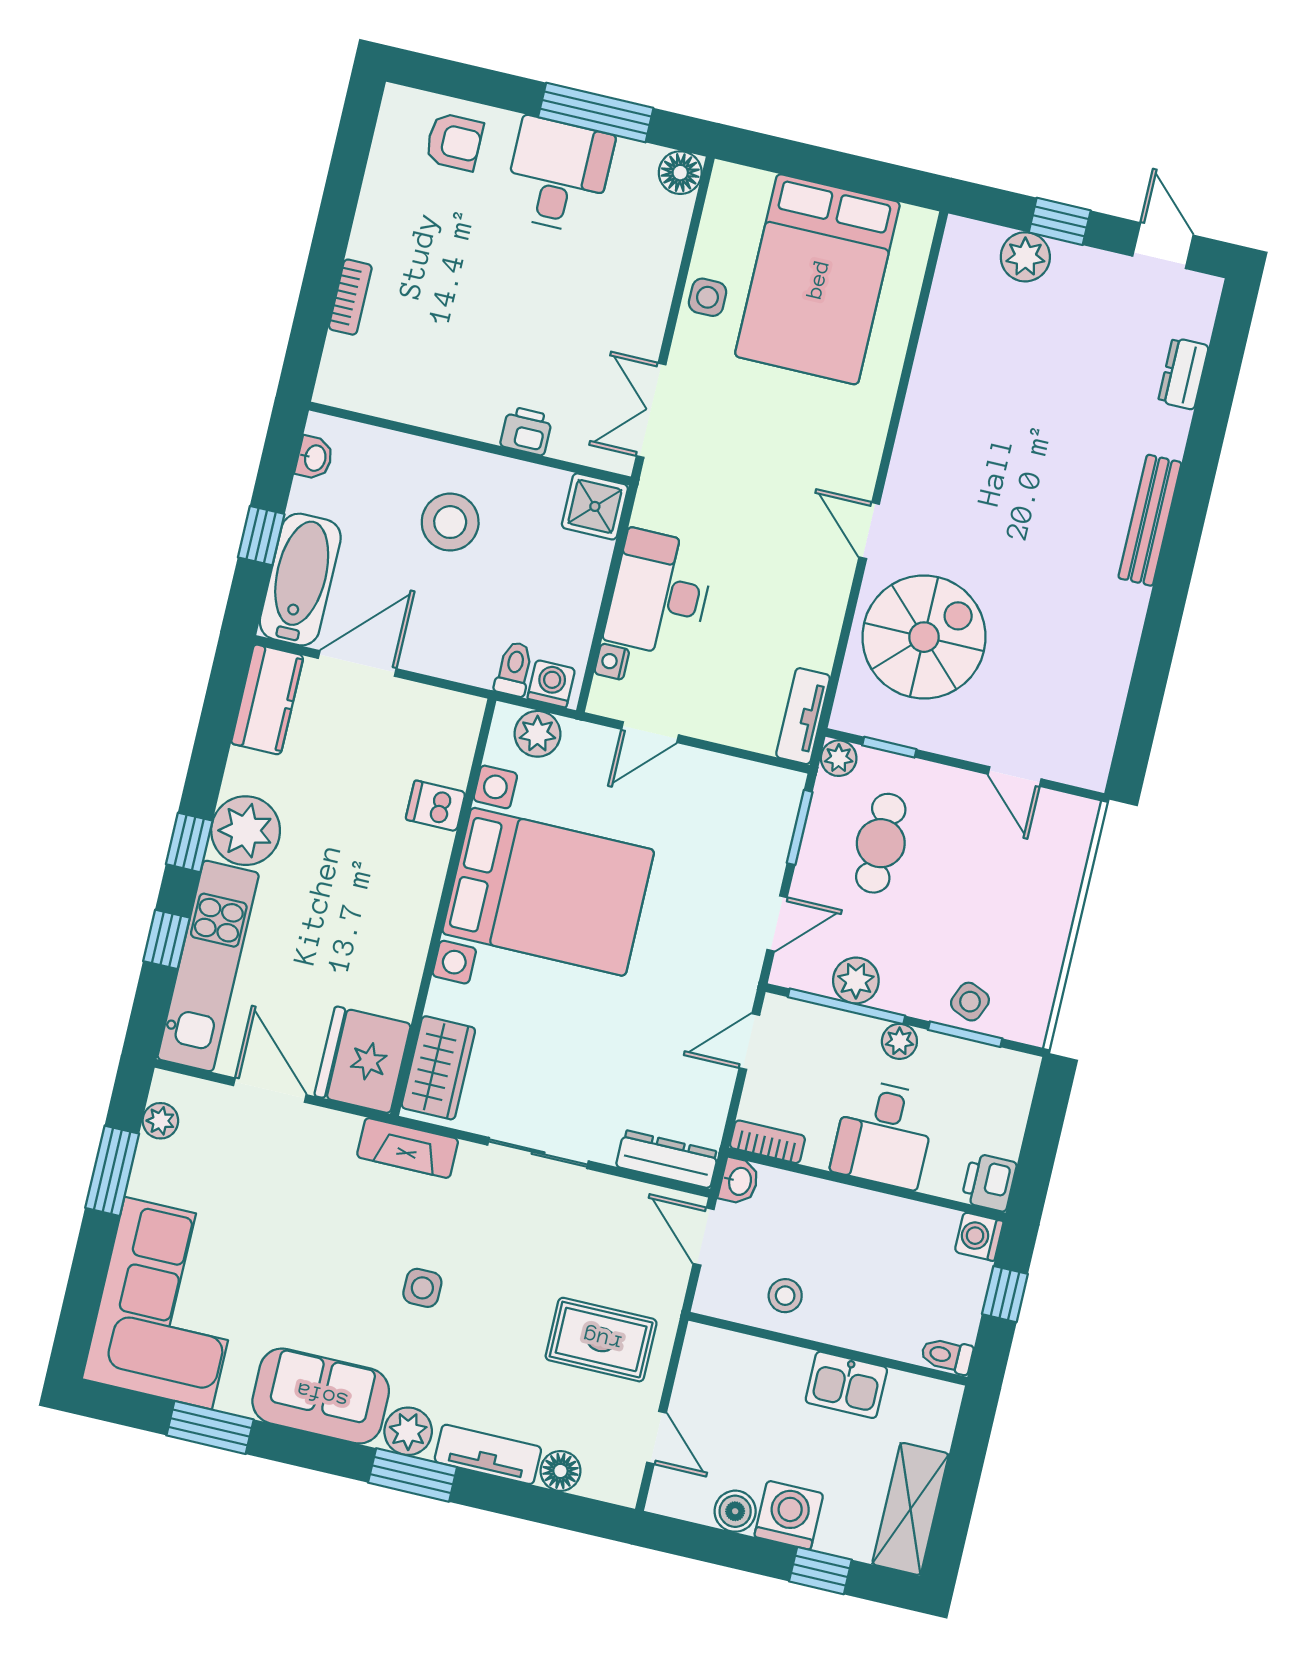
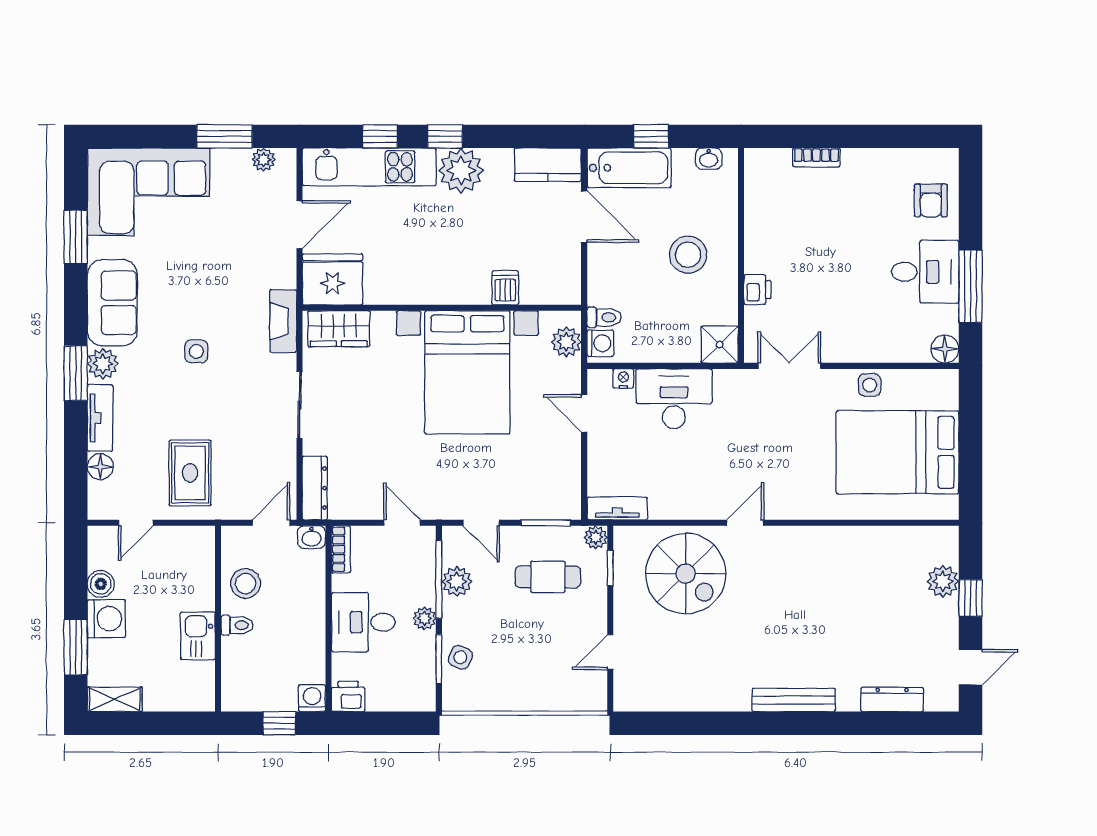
dresser: (1183, 374) -> (892, 699), width x1.44
stool: (785, 1296) -> (246, 584), width x1.37, depth x1.37
toilet: (947, 1356) -> (237, 625), moved, turned 90
shelving: (910, 1509) -> (115, 699), width x0.67, depth x0.75
window: (820, 1571) -> (76, 647), width x1.50

